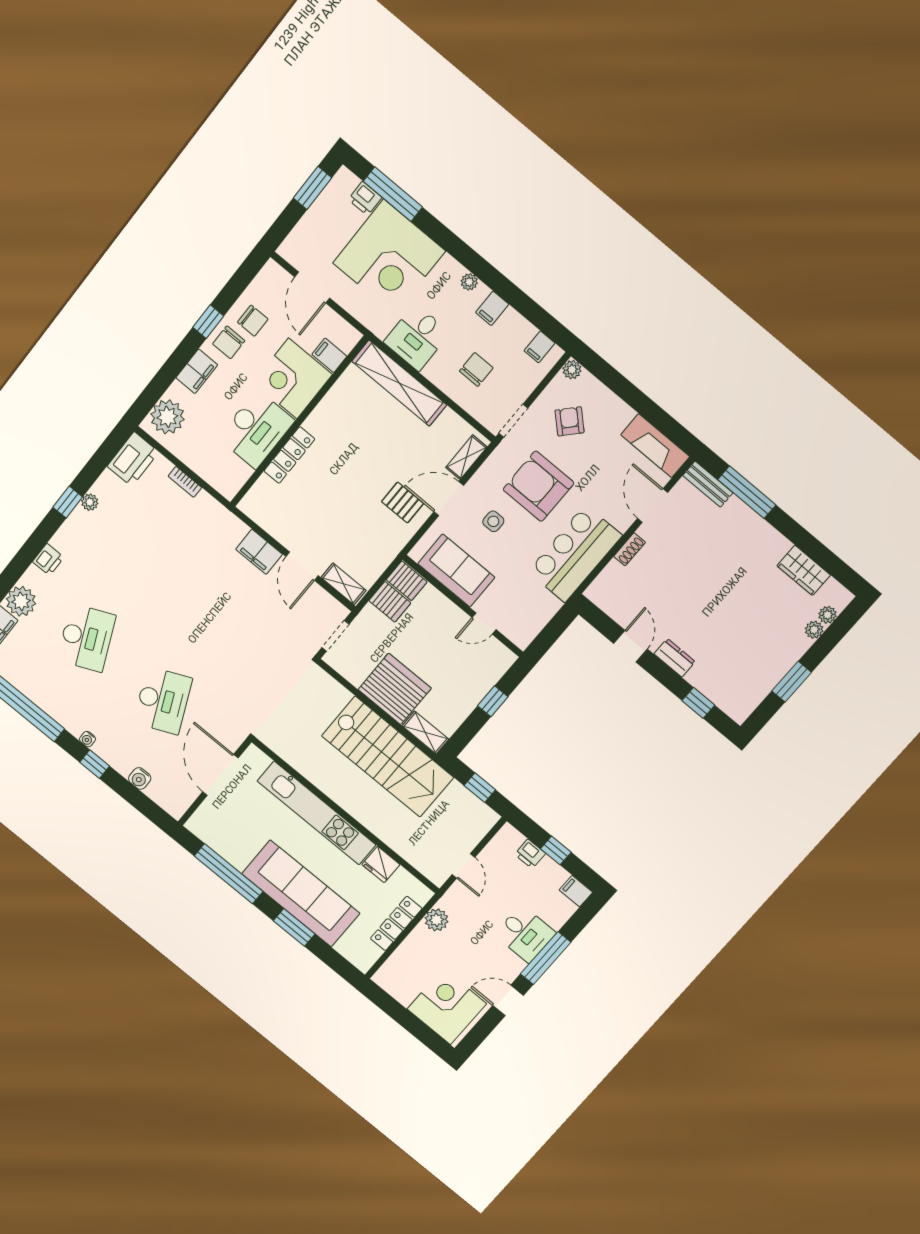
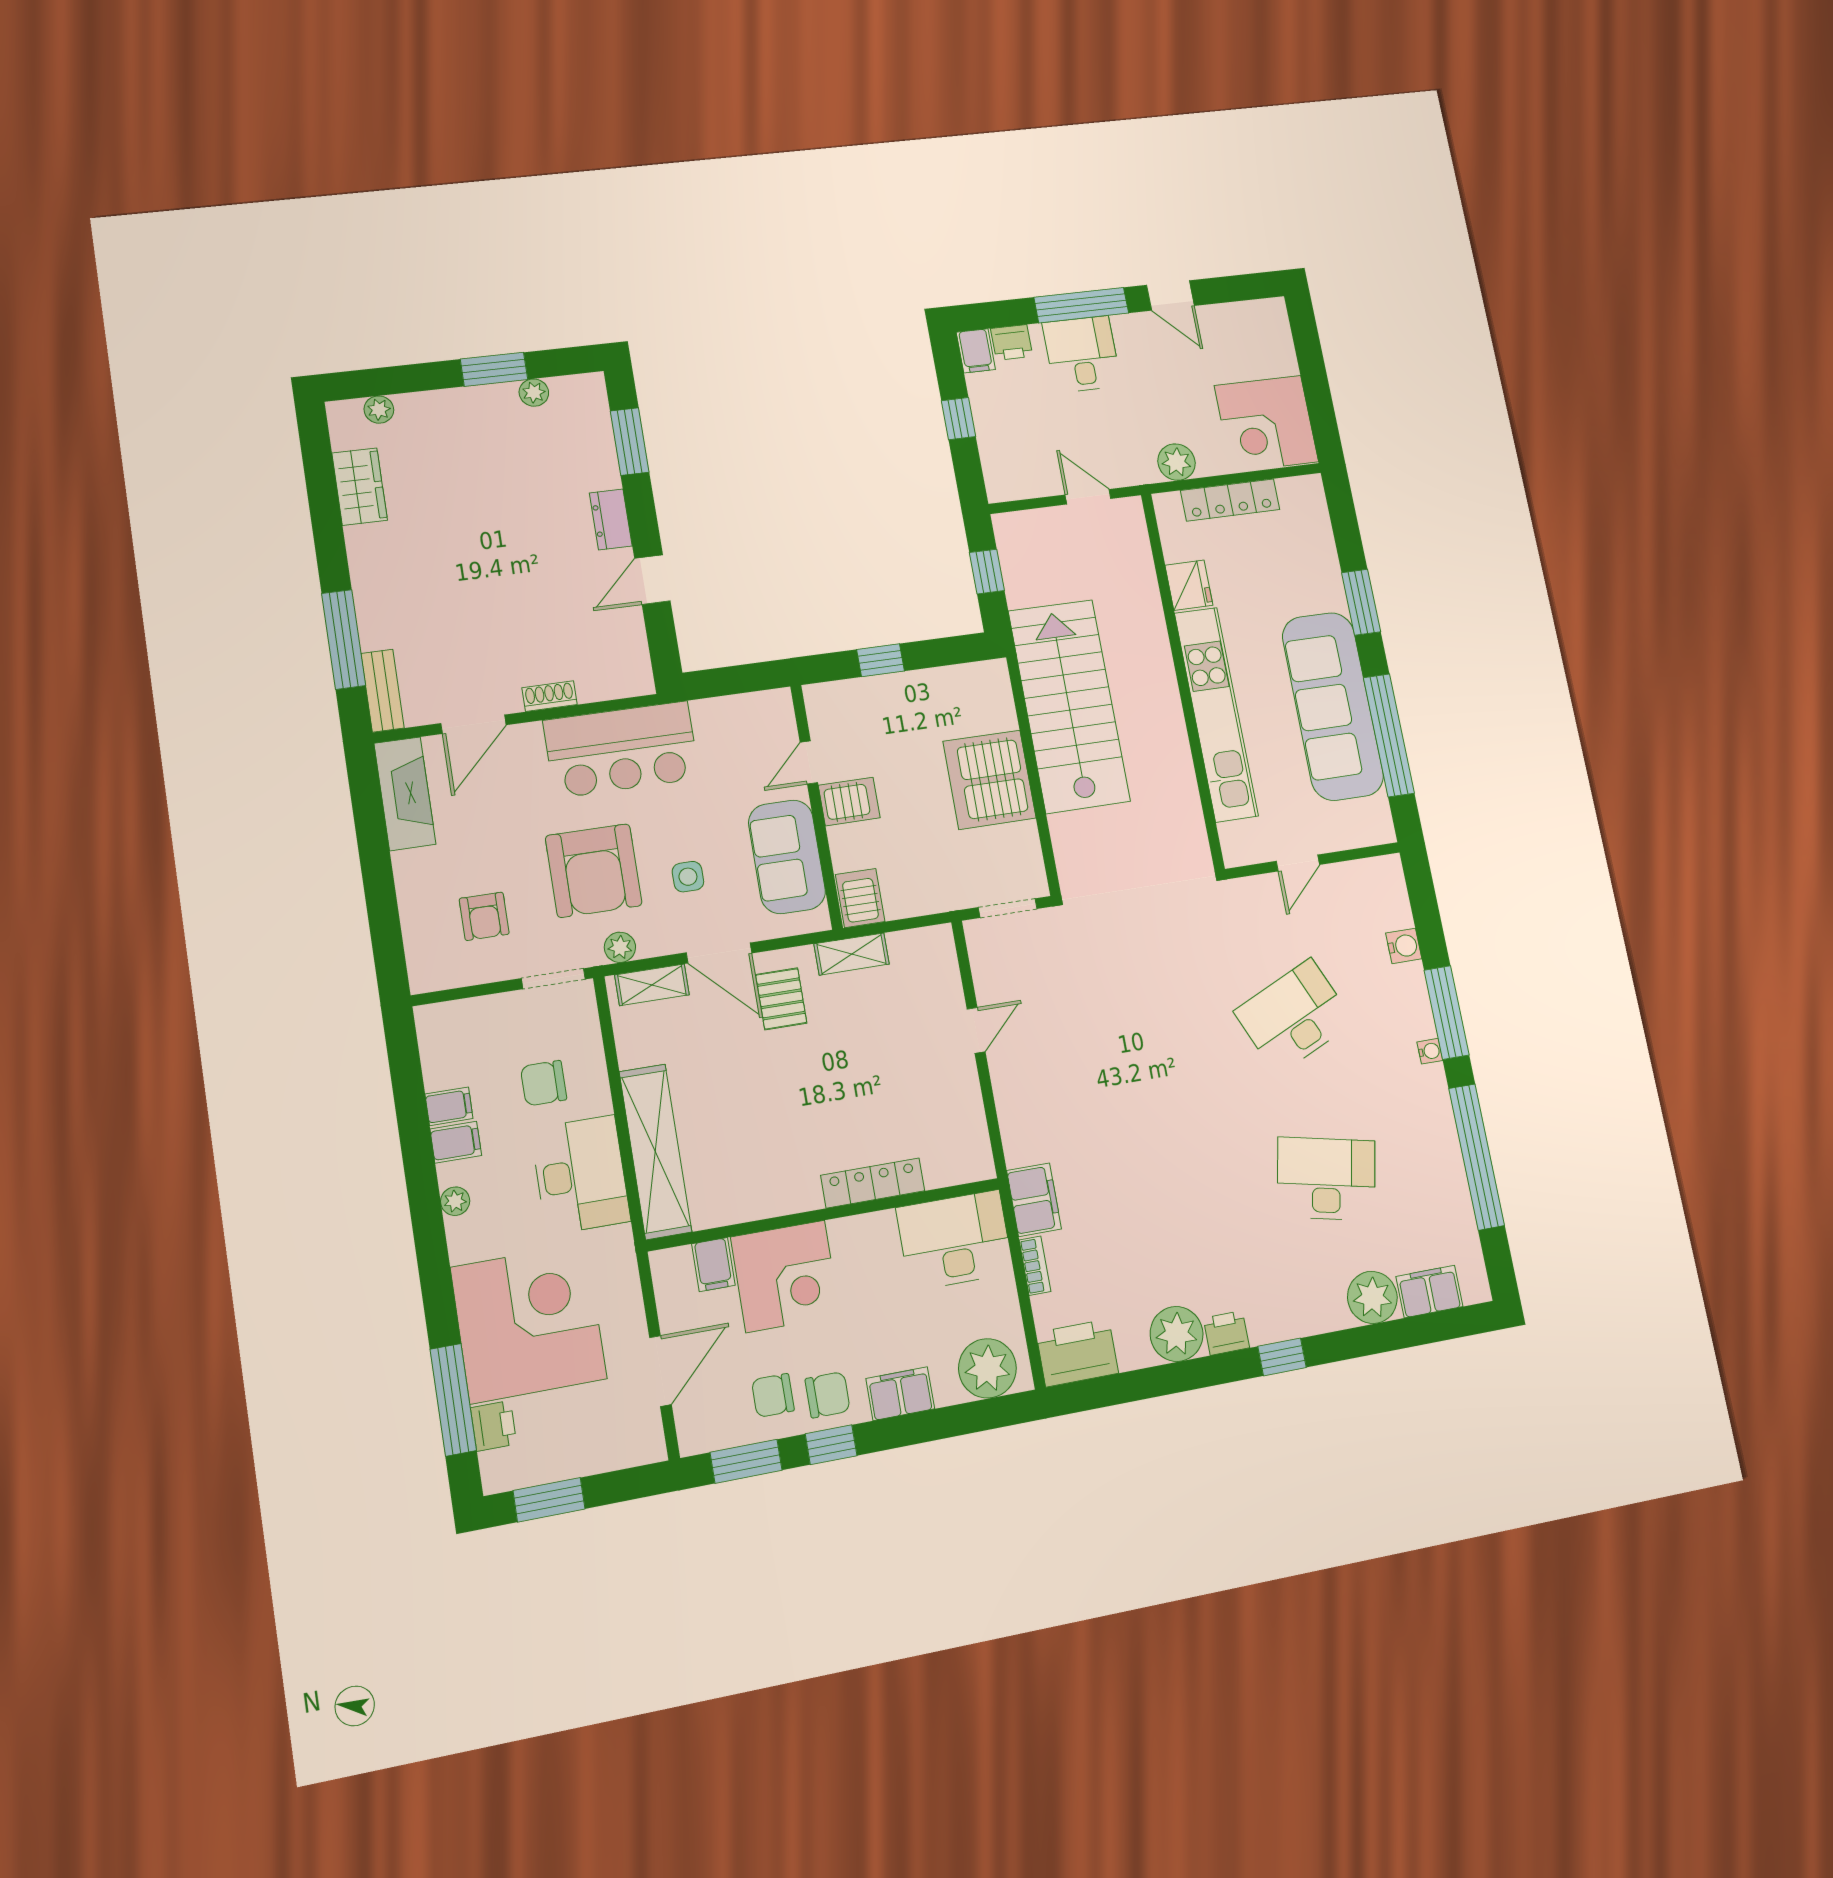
window: (240, 281) -> (746, 1461), added
chair: (253, 321) -> (773, 1395), turned -90
desk: (417, 337) -> (580, 1175), width x1.37
filing cabinet: (539, 347) -> (449, 1106), moved
plant: (572, 370) -> (620, 947), moved
armchair: (570, 421) -> (484, 916), turned -43
desk: (256, 429) -> (955, 1240), moved
window: (68, 502) -> (1282, 1357), moved
plant: (90, 502) -> (1177, 1334), width x1.88, depth x1.88
filing cabinet: (259, 552) -> (1034, 1200), moved
printer: (48, 559) -> (1226, 1333), moved
door: (302, 566) -> (976, 1030), width x0.73
shelving: (344, 584) -> (852, 954), moved, turned 90
server rack: (390, 602) -> (849, 802), moved, turned 90
door: (484, 624) -> (809, 763), swing flipped
plant: (814, 630) -> (534, 393), moved
desk: (86, 638) -> (1326, 1179), turned 36
window: (698, 703) -> (630, 442), width x1.50
shelving: (425, 733) -> (997, 694), removed
window: (95, 764) -> (1447, 1012), width x2.17
door: (220, 775) -> (1298, 863), width x0.53
printer: (530, 854) -> (1012, 342), moved, turned 90
door: (464, 866) -> (1088, 497), hinge flipped
sofa: (301, 893) -> (1333, 706), moved
corner desk: (447, 1006) -> (1266, 424), moved

